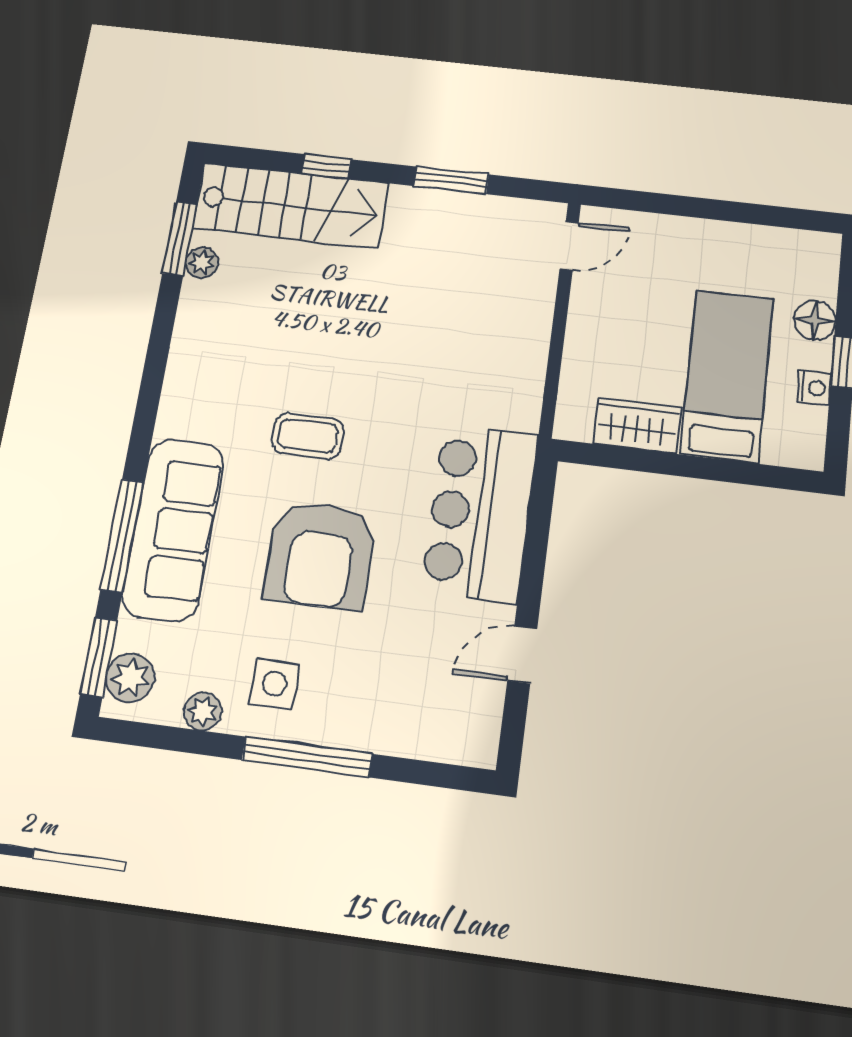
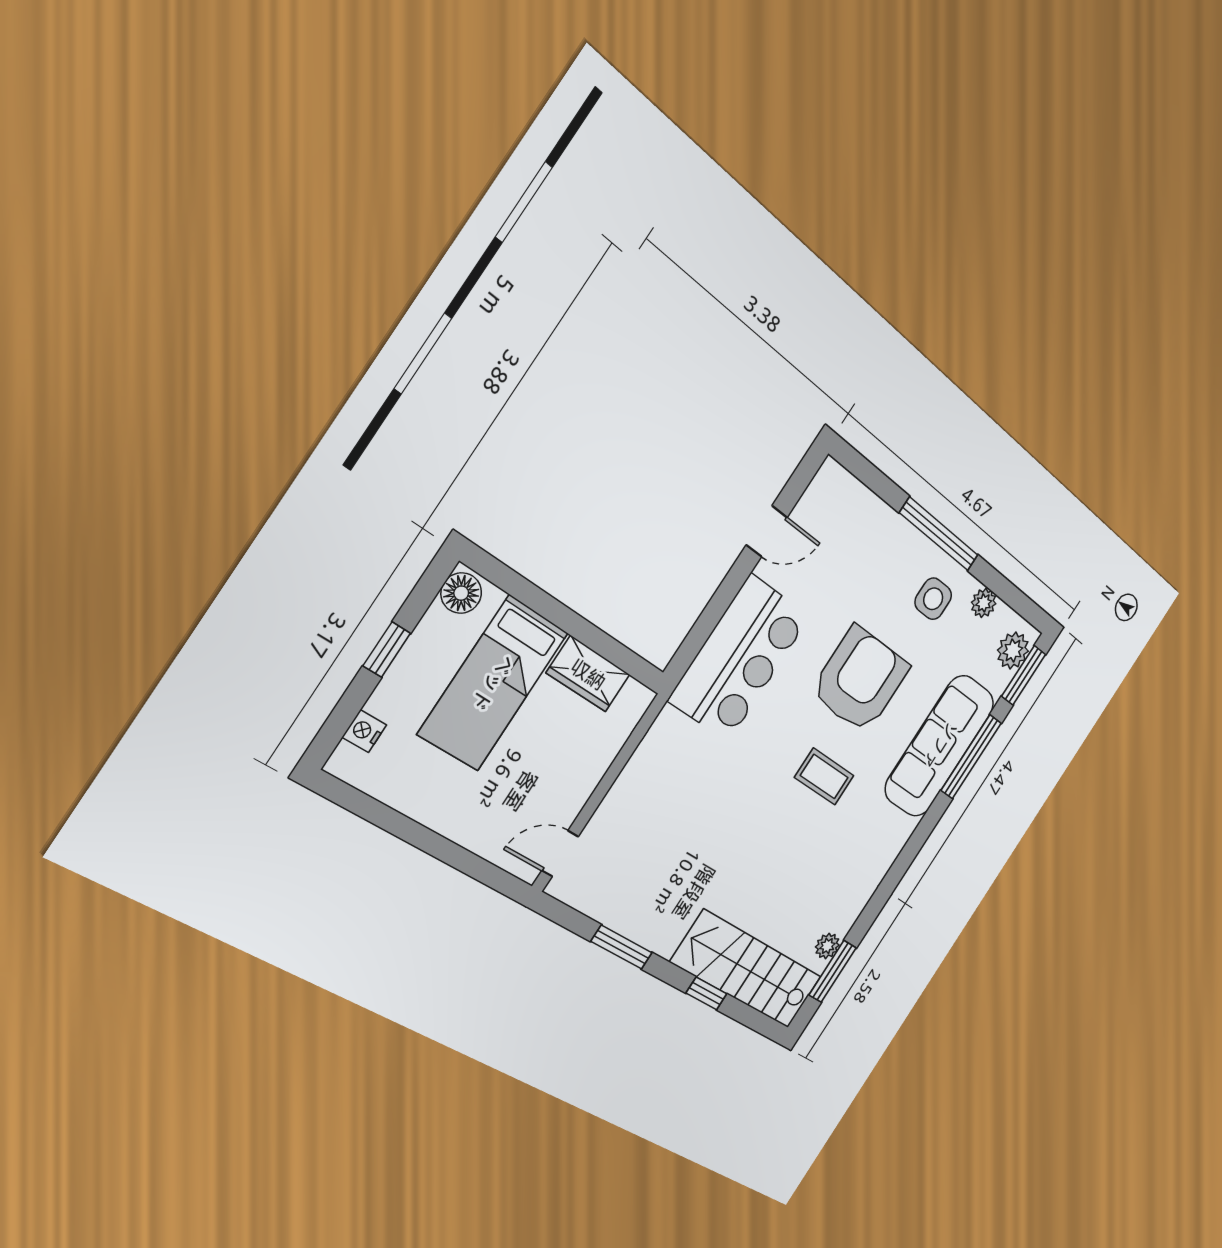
floor lamp: (815, 320) -> (461, 593), moved
nightstand: (814, 388) -> (364, 731), moved

